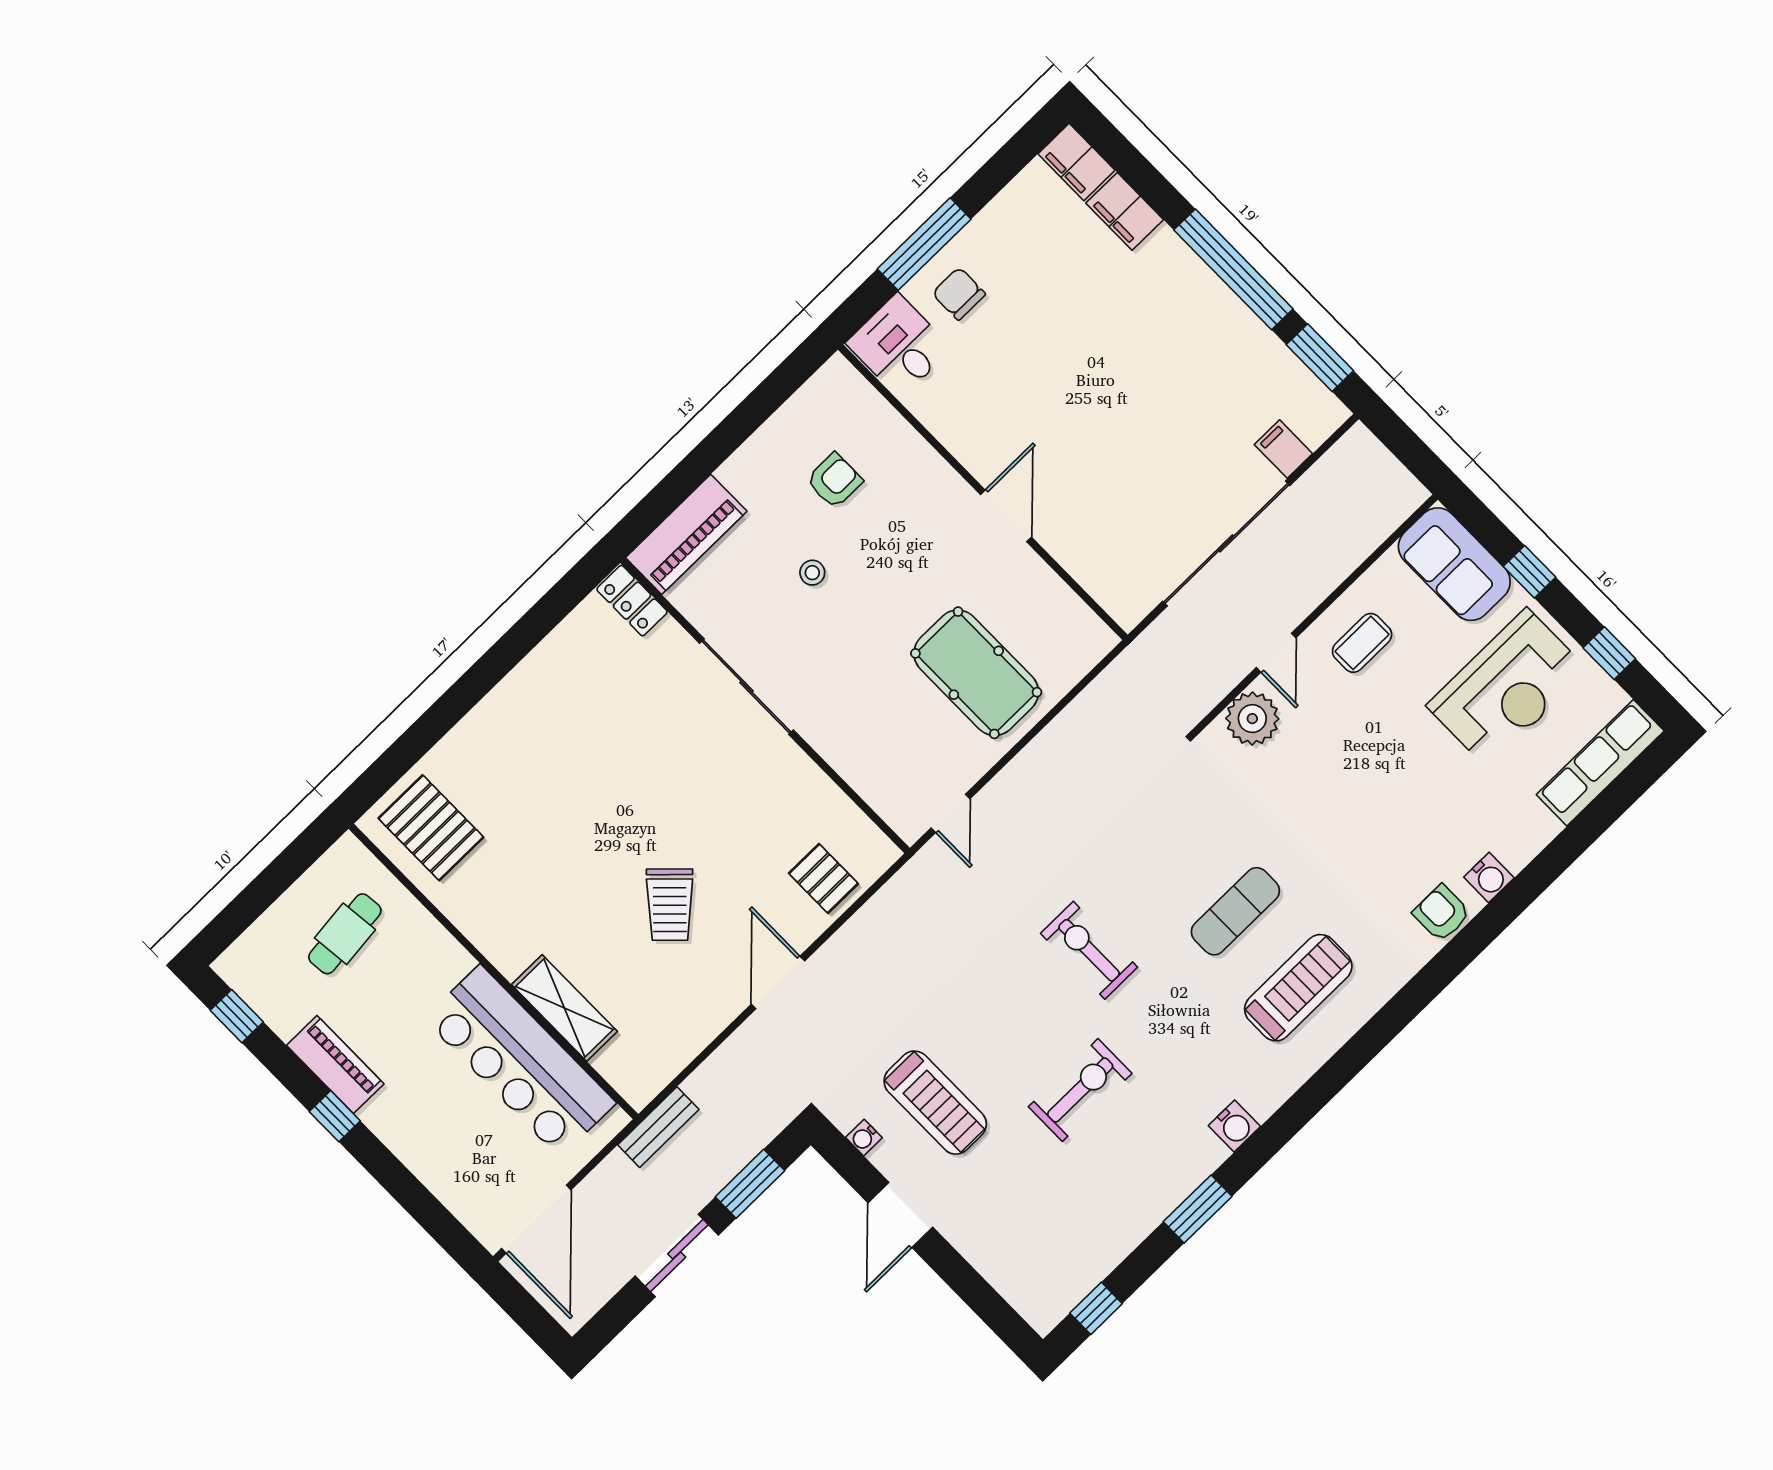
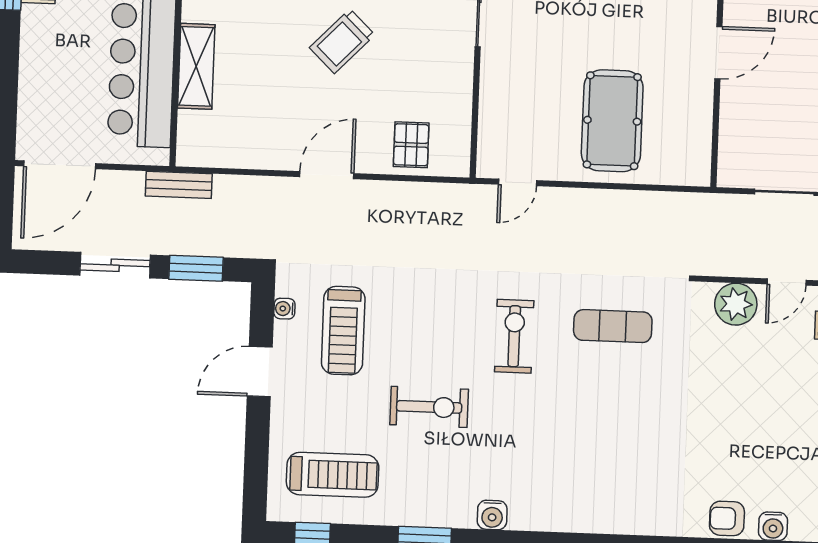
trolley: (670, 905) -> (342, 41), moved
exercise mat: (1235, 911) -> (613, 326), moved
armchair: (1442, 913) -> (727, 518), turned -90
treadmill: (1298, 988) -> (333, 475), moved

